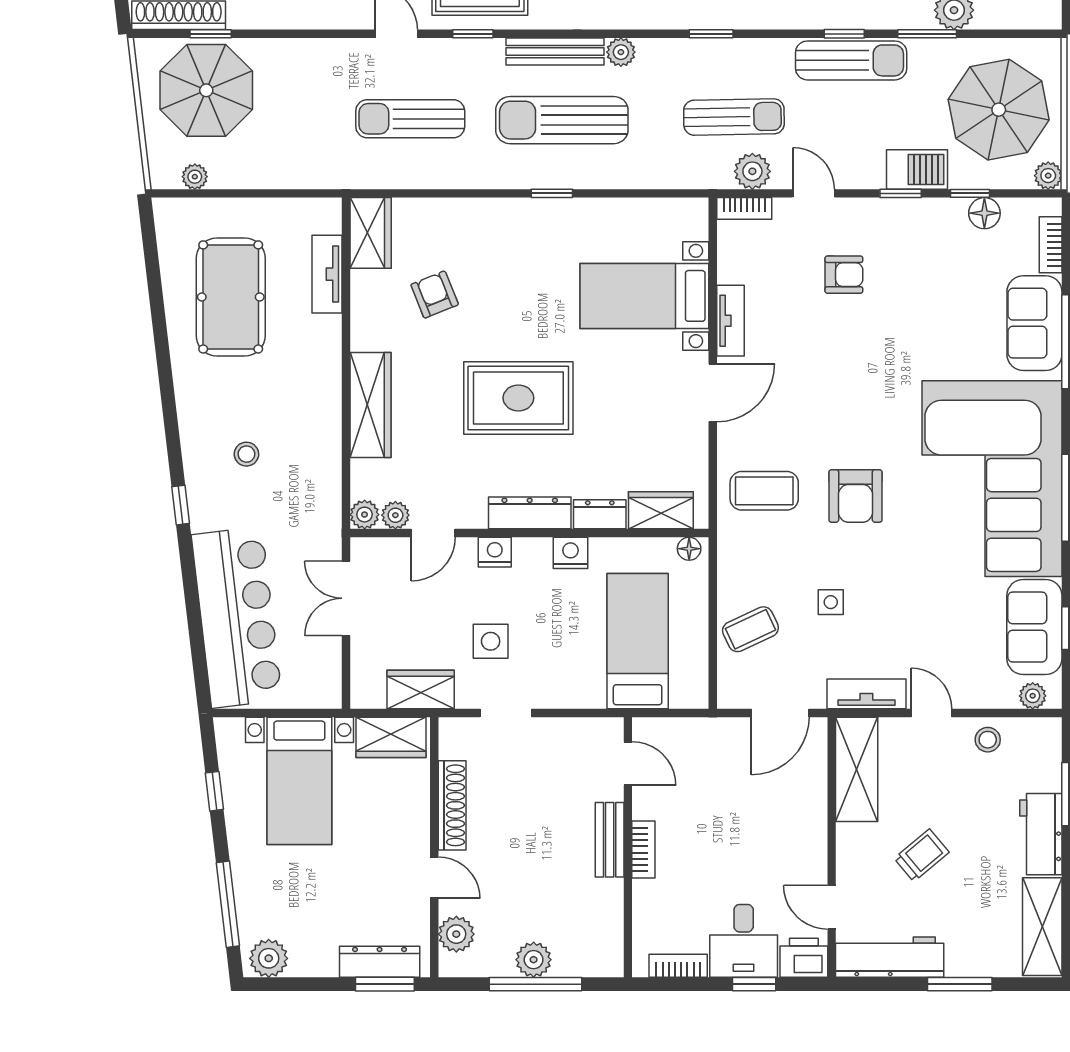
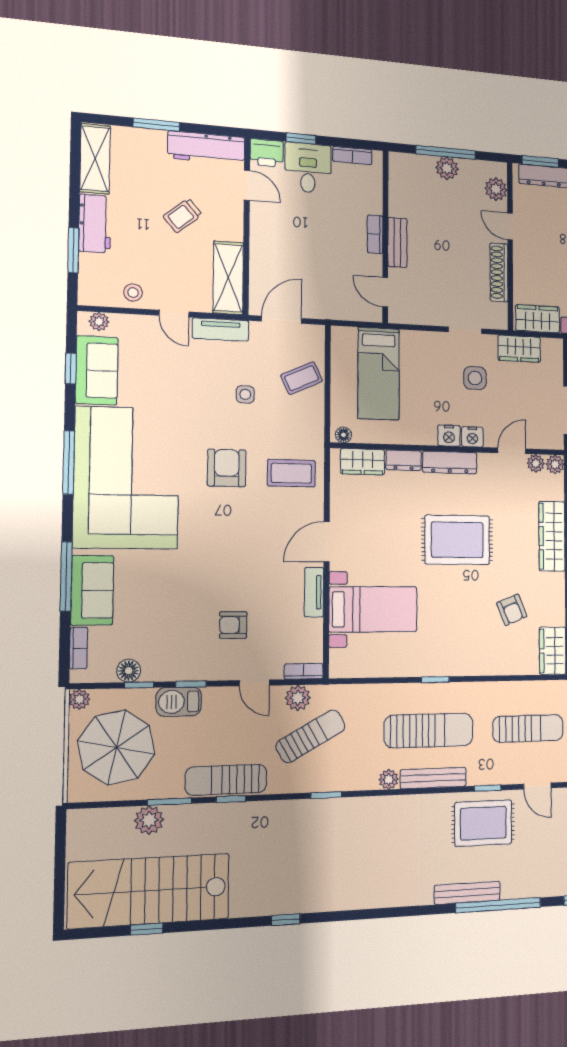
sun lounger: (734, 117) -> (311, 736), turned 152
nightstand: (570, 553) -> (449, 436), moved

